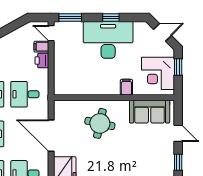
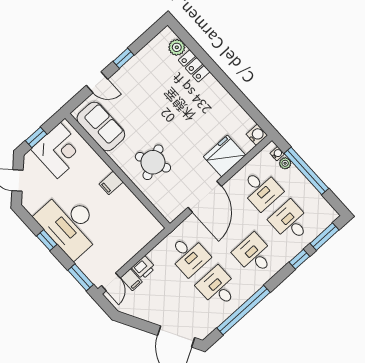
filing cabinet: (126, 87) -> (111, 183), moved
round table: (100, 123) -> (153, 162), turned -37
door: (178, 133) -> (97, 82), swing flipped

